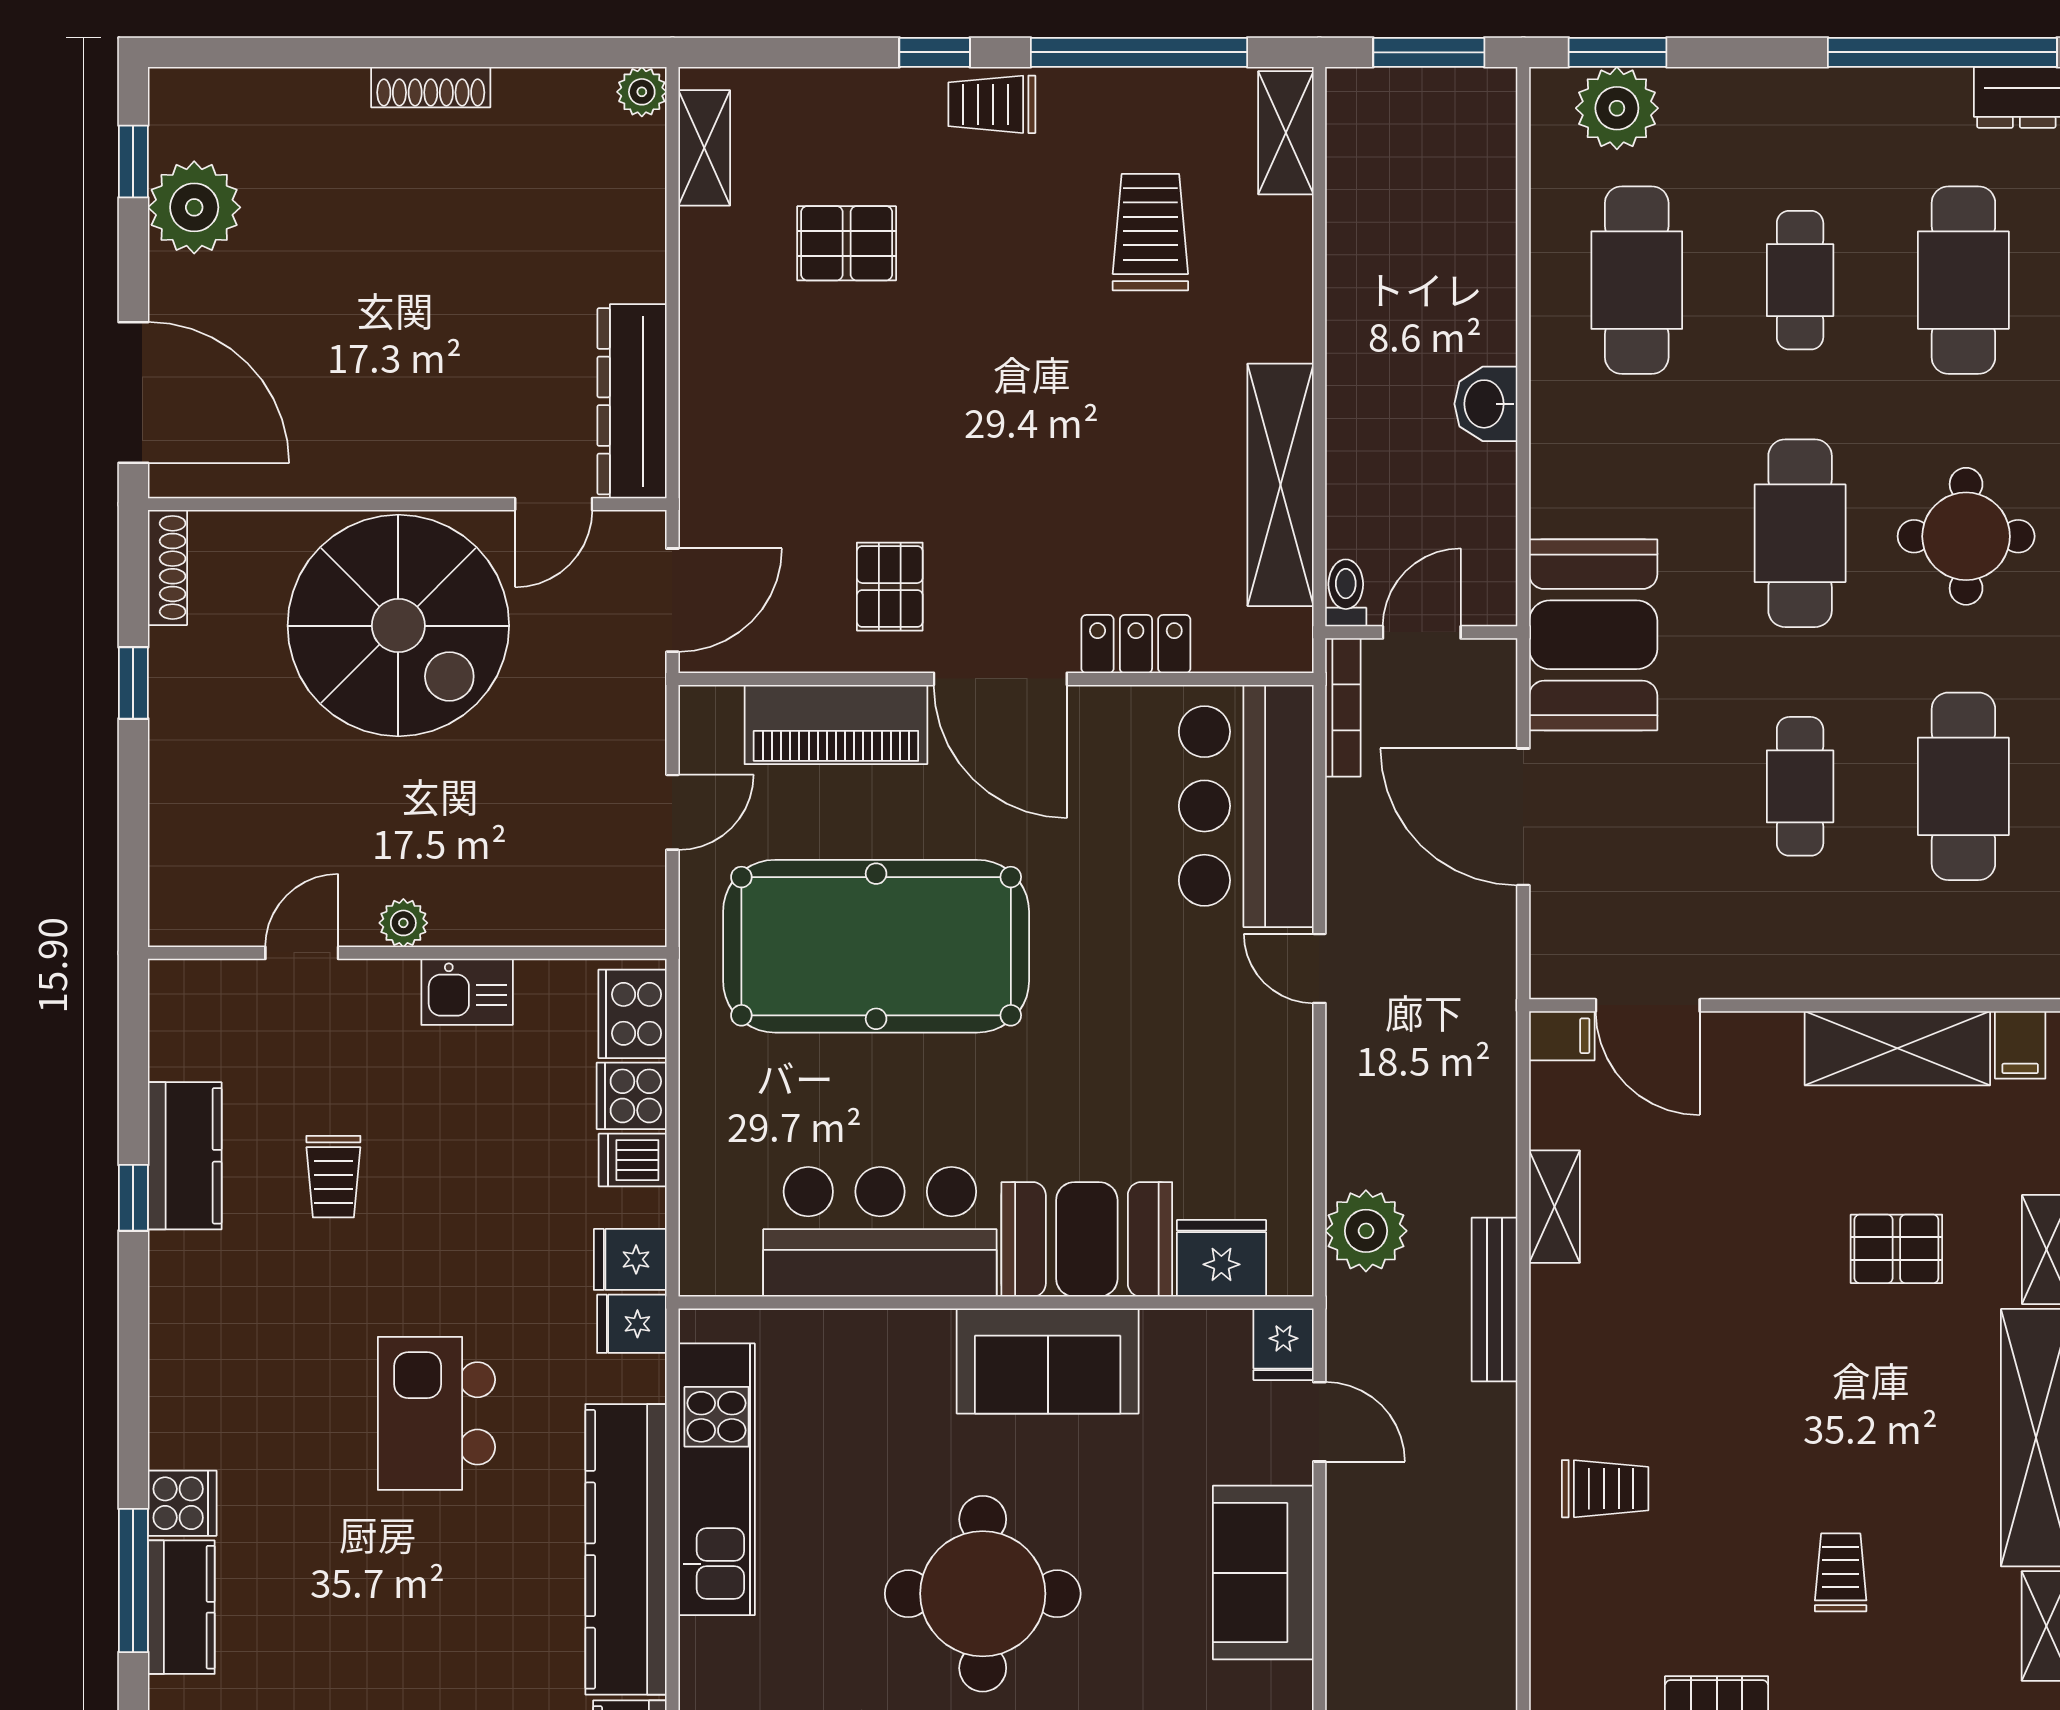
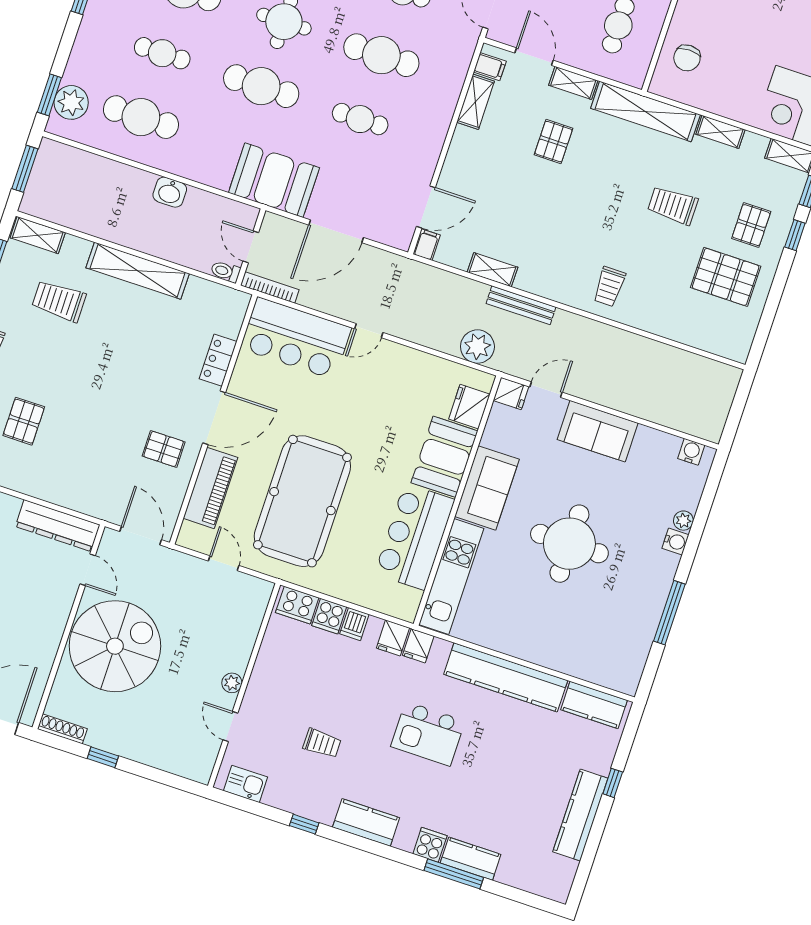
shelving: (1280, 485) -> (138, 271), moved
kitchen sink: (467, 992) -> (246, 784), moved, turned -90
shelving: (1897, 1048) -> (476, 102), width x0.67, depth x0.75
kitchen counter: (185, 1156) -> (366, 822), moved
kitchen unit: (717, 1479) -> (451, 577), moved, turned 90
trolley: (1605, 1489) -> (609, 287), turned 180
trolley: (1841, 1572) -> (673, 205), width x1.36, depth x1.39

